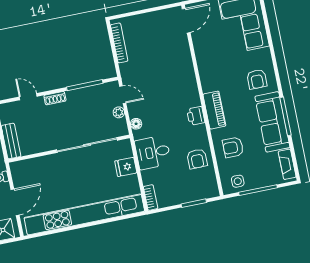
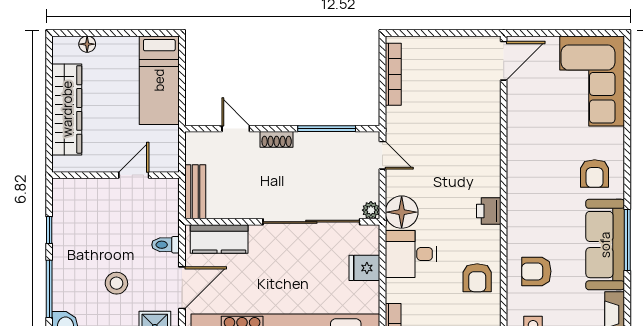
piano: (214, 110) -> (519, 208), removed
plant: (119, 112) -> (371, 210), moved
floor lamp: (136, 124) -> (402, 212), width x1.89, depth x1.89
kitchen counter: (32, 167) -> (219, 239), added

